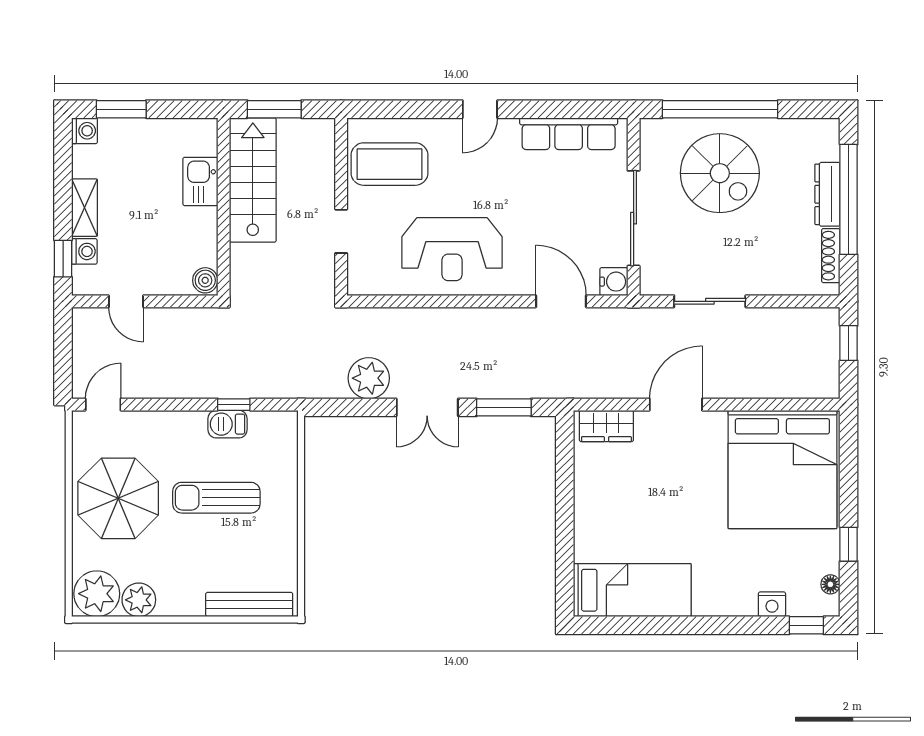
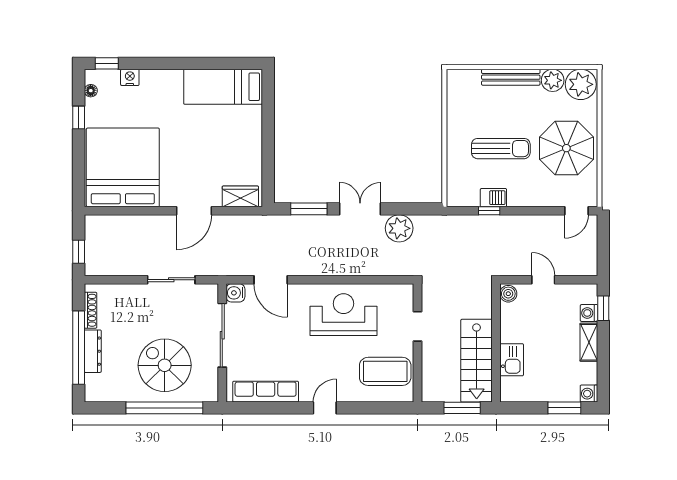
door: (126, 301) -> (543, 280), moved
bench: (249, 604) -> (511, 77), moved

